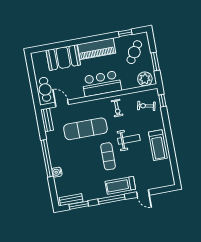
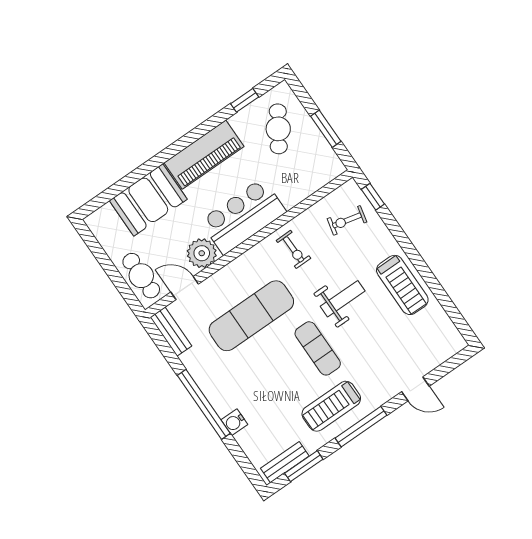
plant: (145, 79) -> (202, 253), moved
treadmill: (120, 185) -> (331, 406), moved

